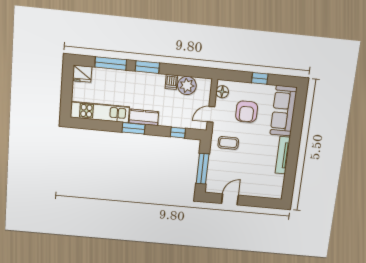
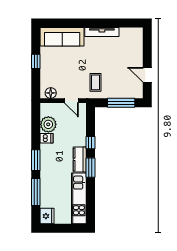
armchair: (247, 112) -> (66, 69), removed
window: (178, 133) -> (90, 143), moved

